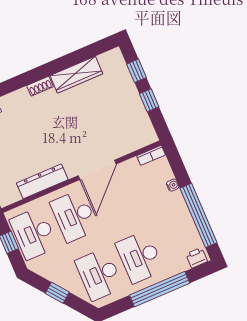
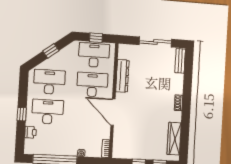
wardrobe: (76, 75) -> (174, 139), moved
printer: (197, 258) -> (31, 132), moved
window: (160, 289) -> (22, 114), width x0.32

